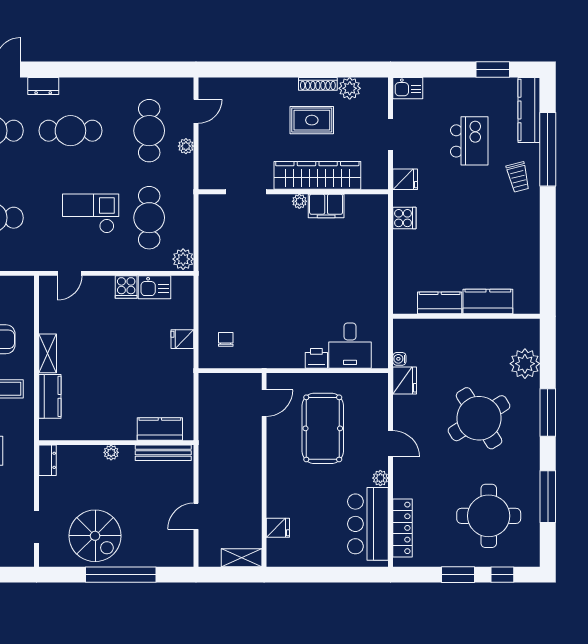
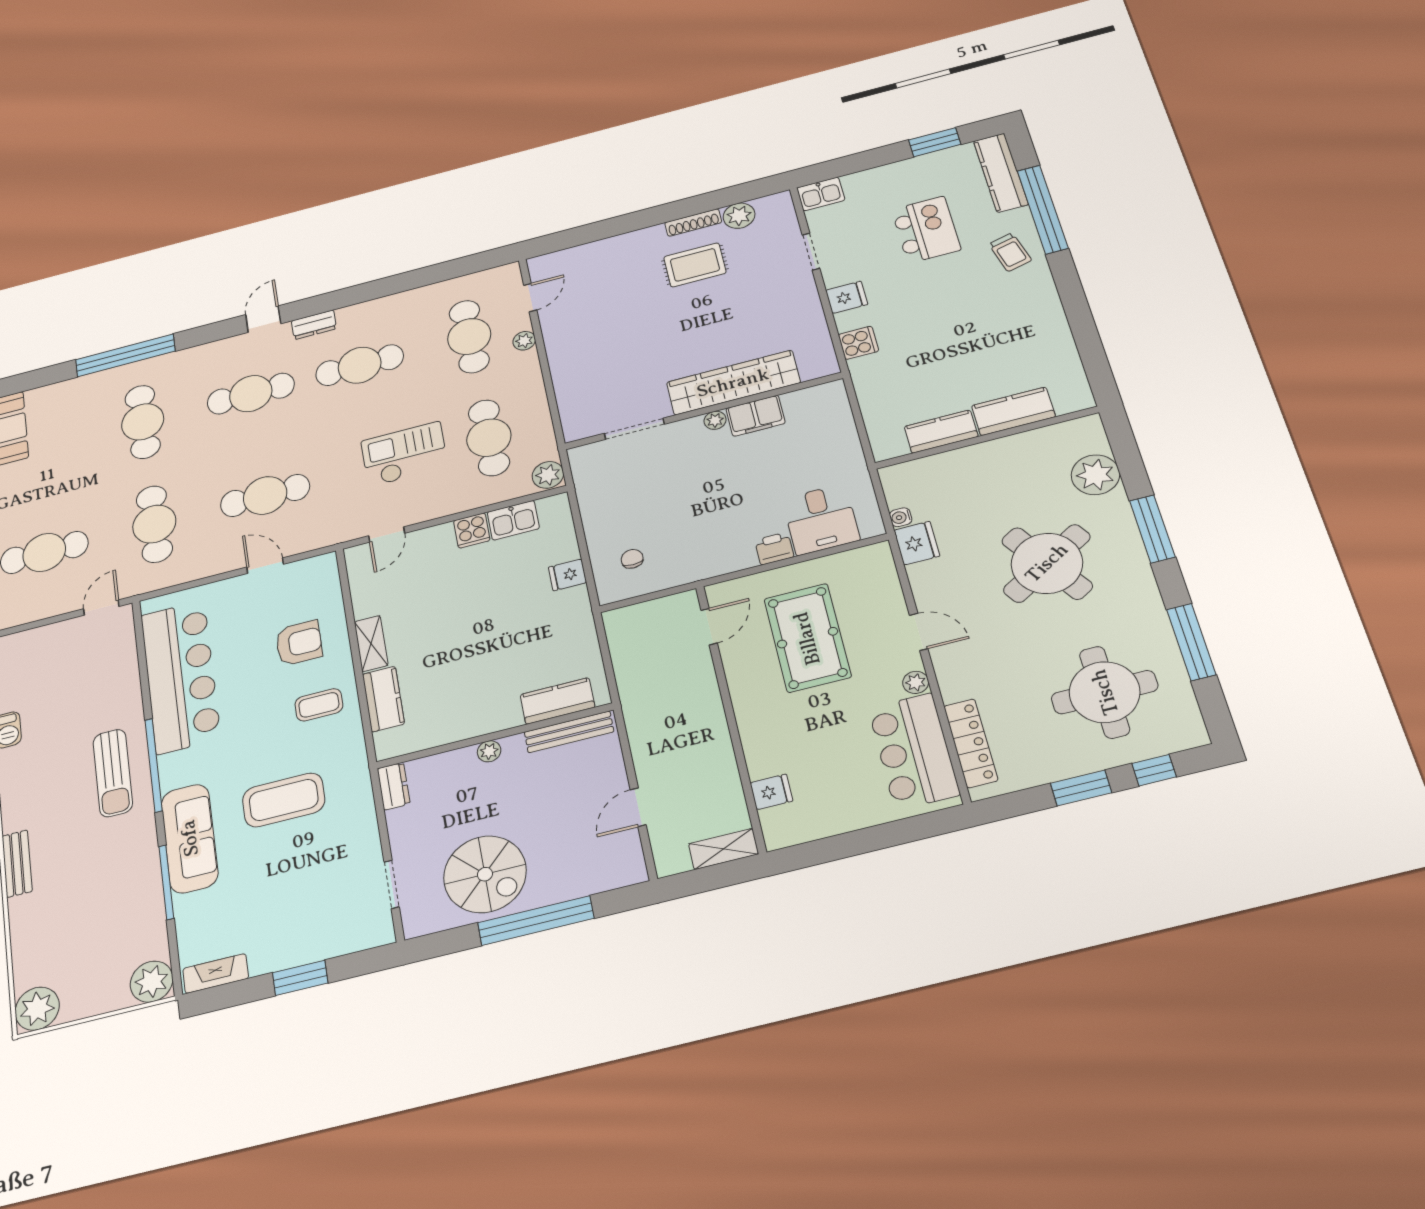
wardrobe: (317, 175) -> (733, 383), moved
doorway: (246, 192) -> (634, 429), moved
wall: (293, 192) -> (703, 411), moved
plant: (299, 201) -> (715, 420), moved
filing cabinet: (326, 206) -> (756, 416), moved

